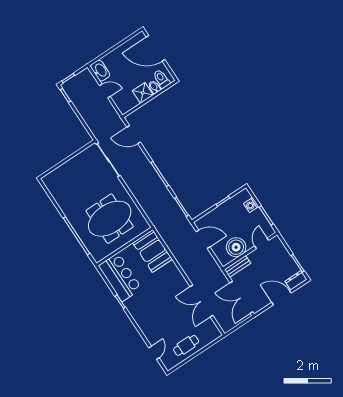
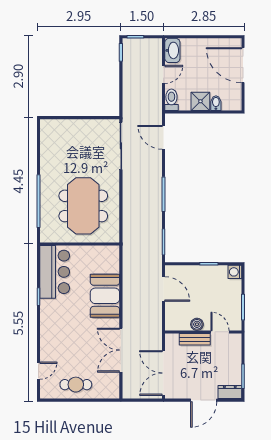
toilet: (162, 79) -> (171, 100), moved
door: (105, 91) -> (163, 74), hinge flipped
washing machine: (251, 205) -> (235, 272), moved
meeting table: (110, 219) -> (83, 206), turned 90
door: (262, 243) -> (220, 332), hinge flipped
boiler: (236, 247) -> (197, 324), width x0.54, depth x0.54
booth: (153, 251) -> (105, 296), moved
bench: (238, 266) -> (195, 339), moved
door: (282, 298) -> (204, 400), swing flipped

